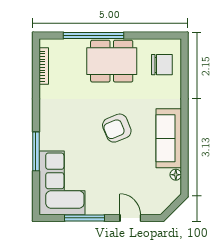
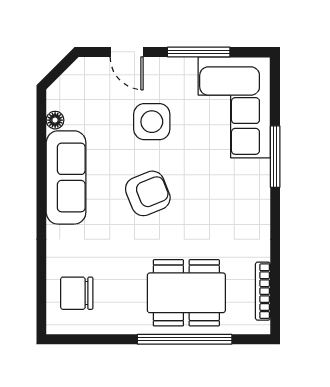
dining table: (112, 61) -> (186, 293), moved
side table: (114, 174) -> (152, 122), added

